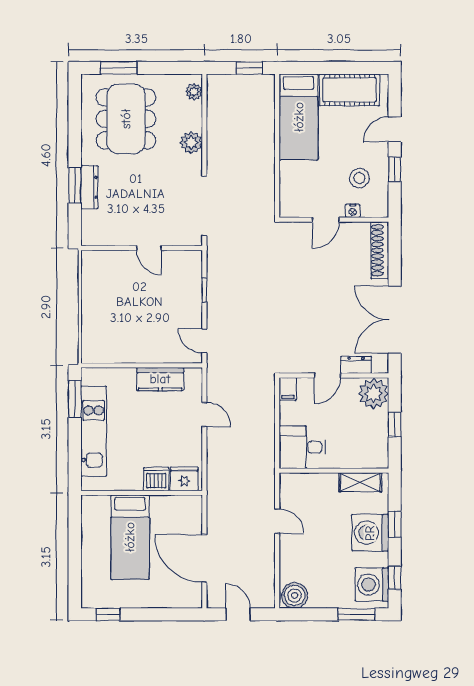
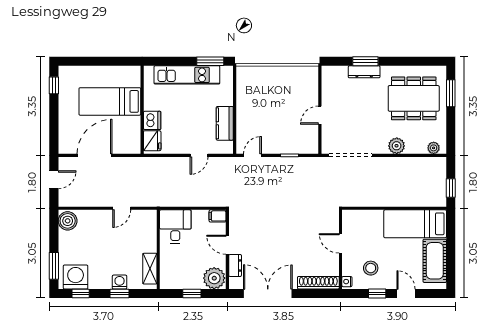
nightstand: (353, 211) -> (347, 282), moved
washing machine: (370, 533) -> (120, 282), width x0.53, depth x0.53

